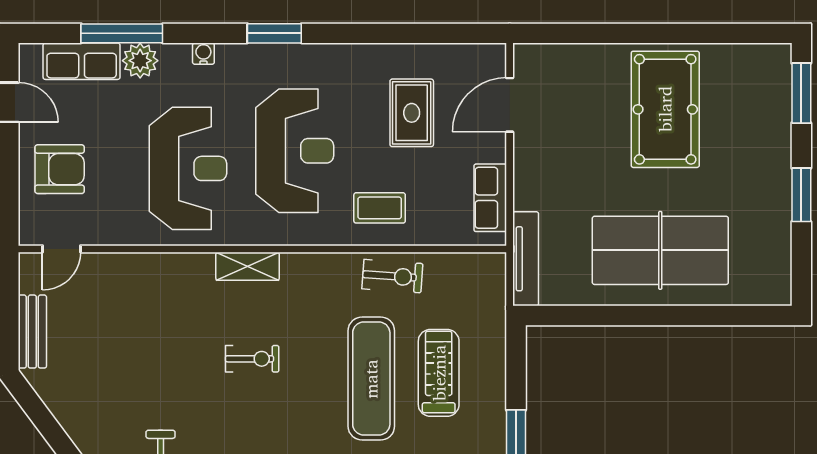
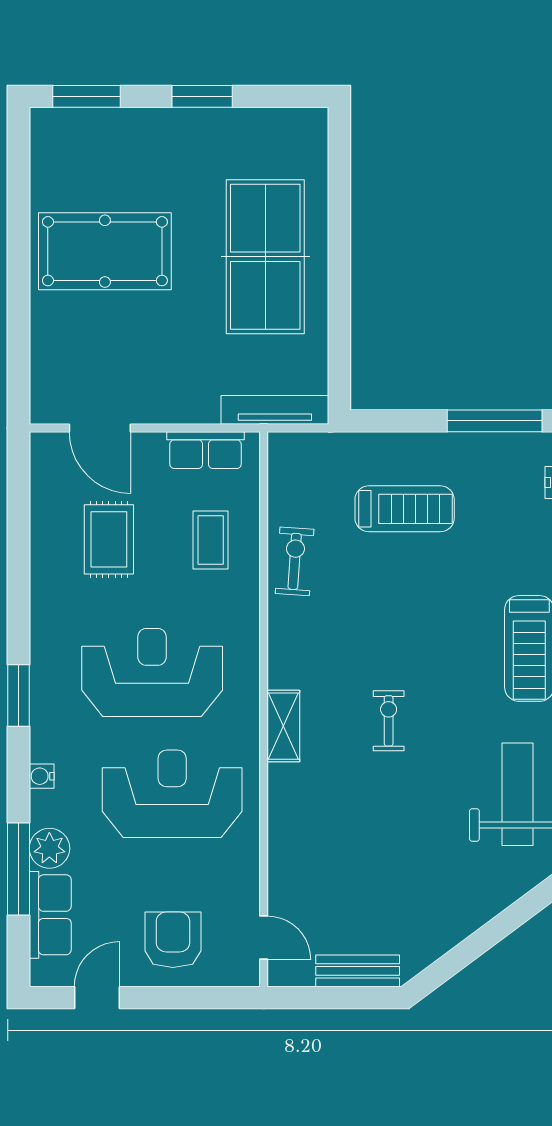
rug: (412, 113) -> (109, 539), turned 90
coffee table: (380, 208) -> (211, 540), moved
treadmill: (439, 373) -> (405, 509), turned 180
exercise mat: (371, 379) -> (411, 585), removed

